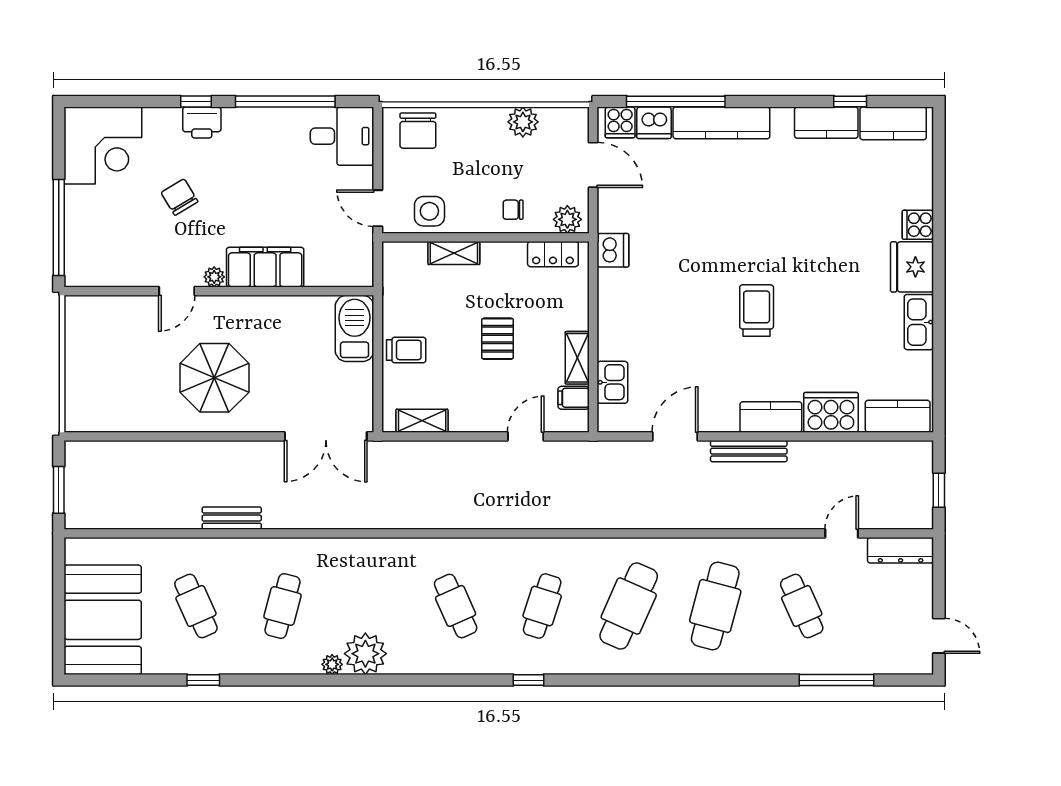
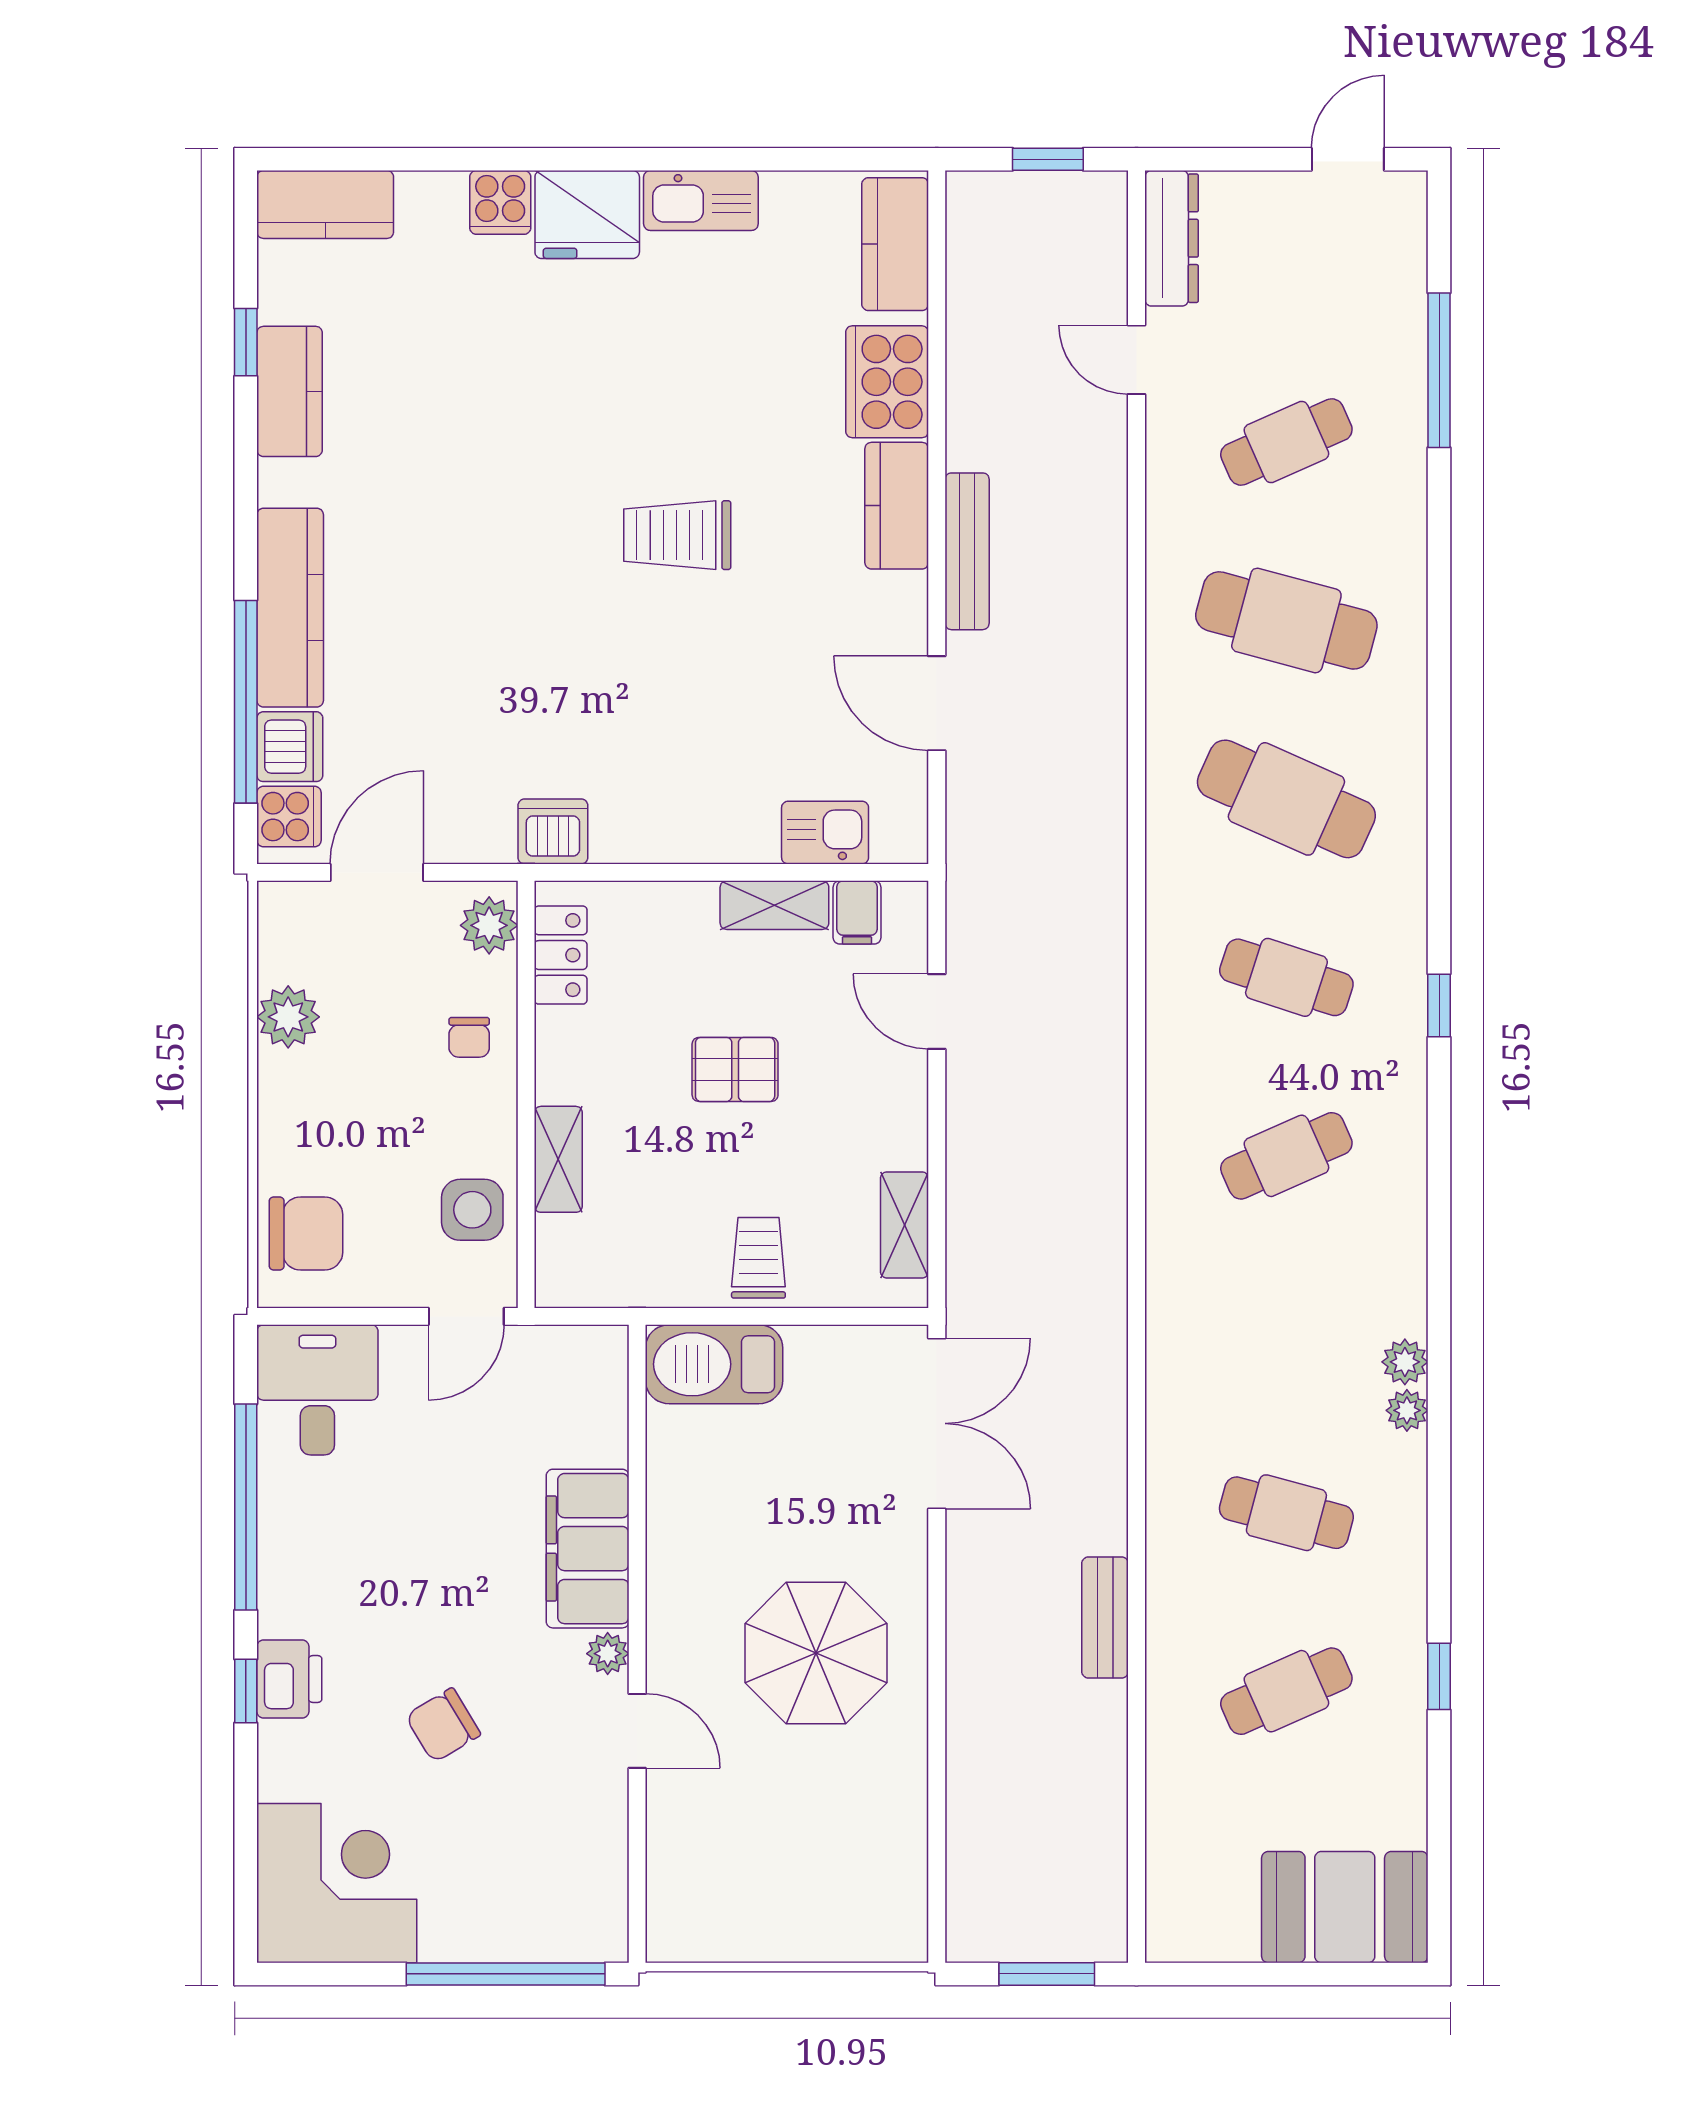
kitchen counter: (893, 123) -> (325, 204), moved, turned 90
booth: (103, 620) -> (1345, 1907), width x0.73, depth x0.70
plant: (365, 654) -> (1405, 1362), width x0.53, depth x0.53

